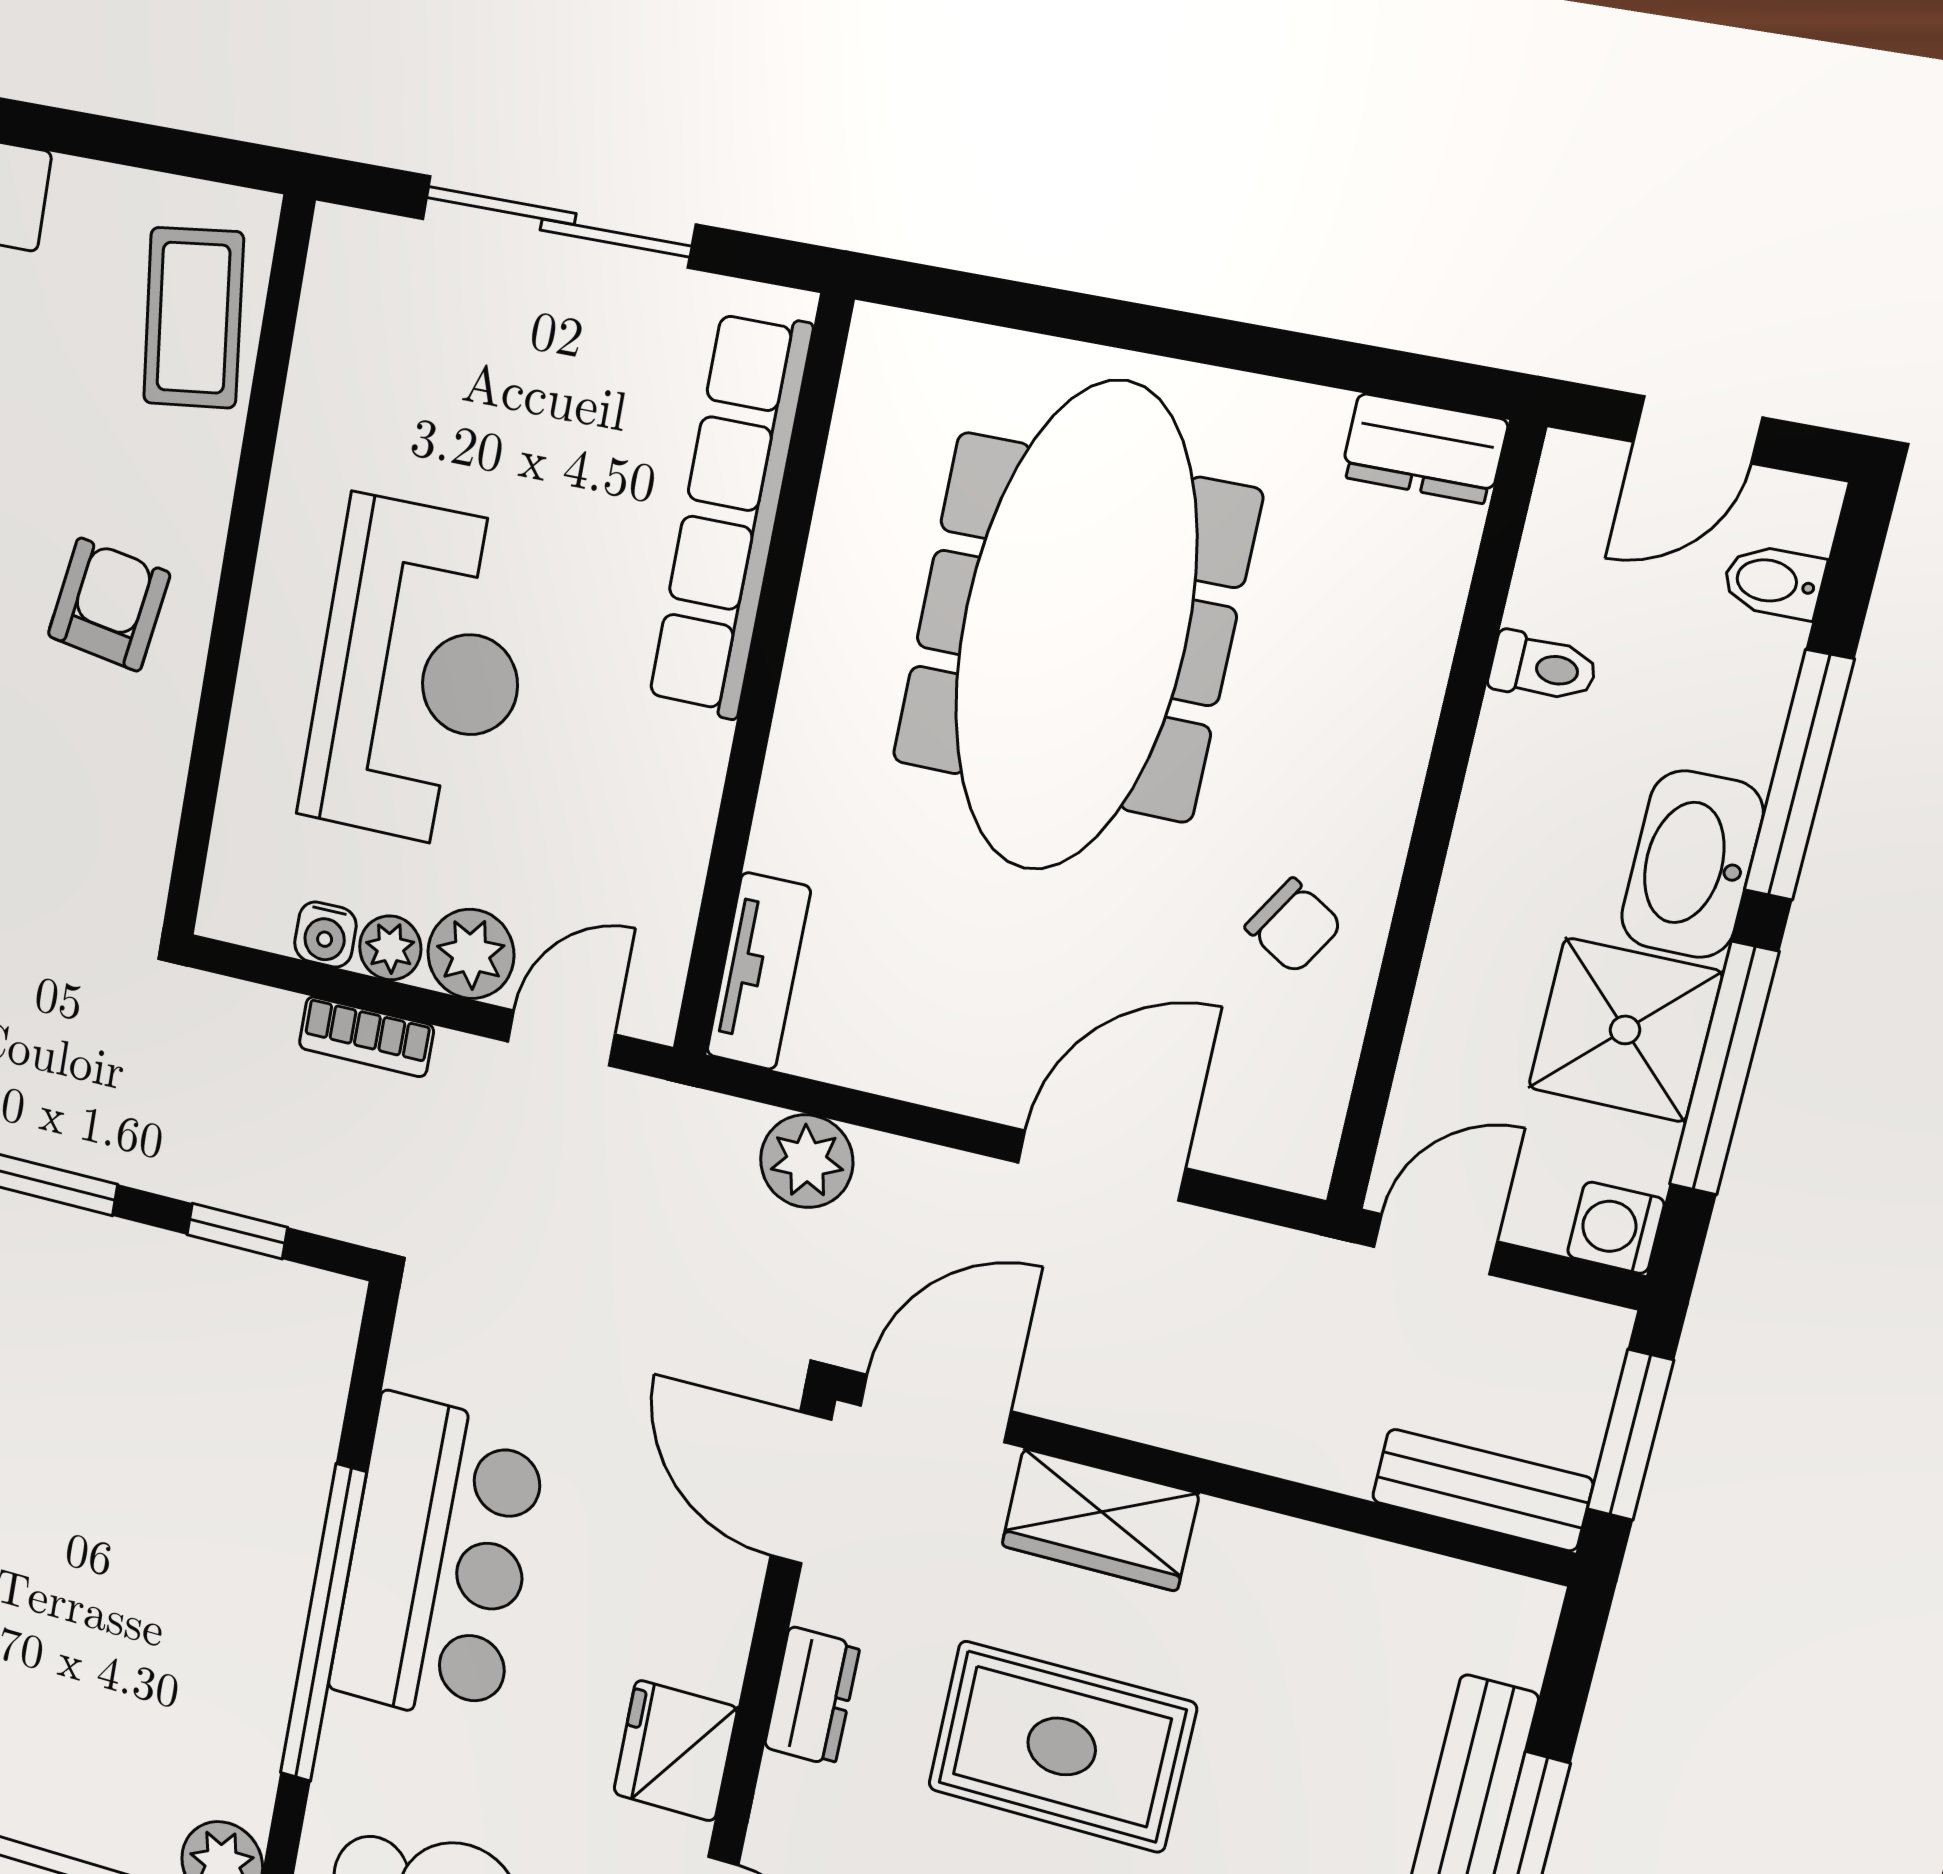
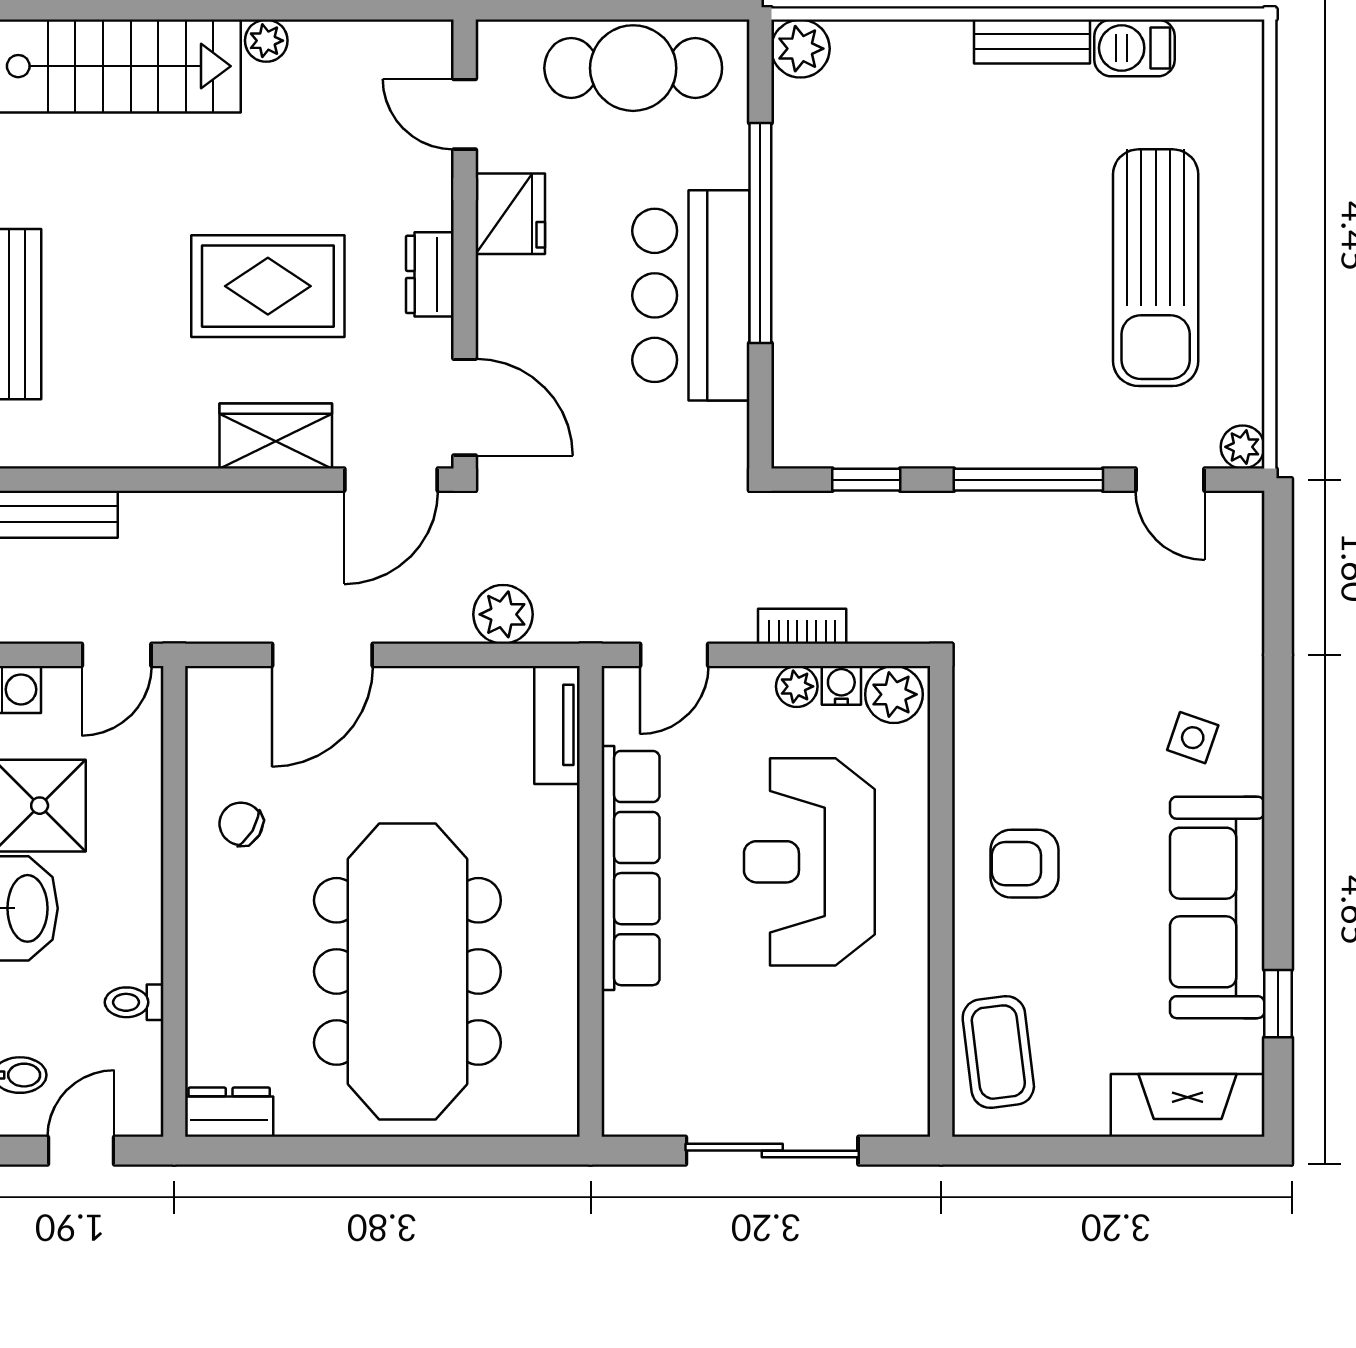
row of seats: (730, 515) -> (630, 868), moved
armchair: (109, 605) -> (1024, 864), turned 81
plant: (471, 954) -> (894, 694), moved

